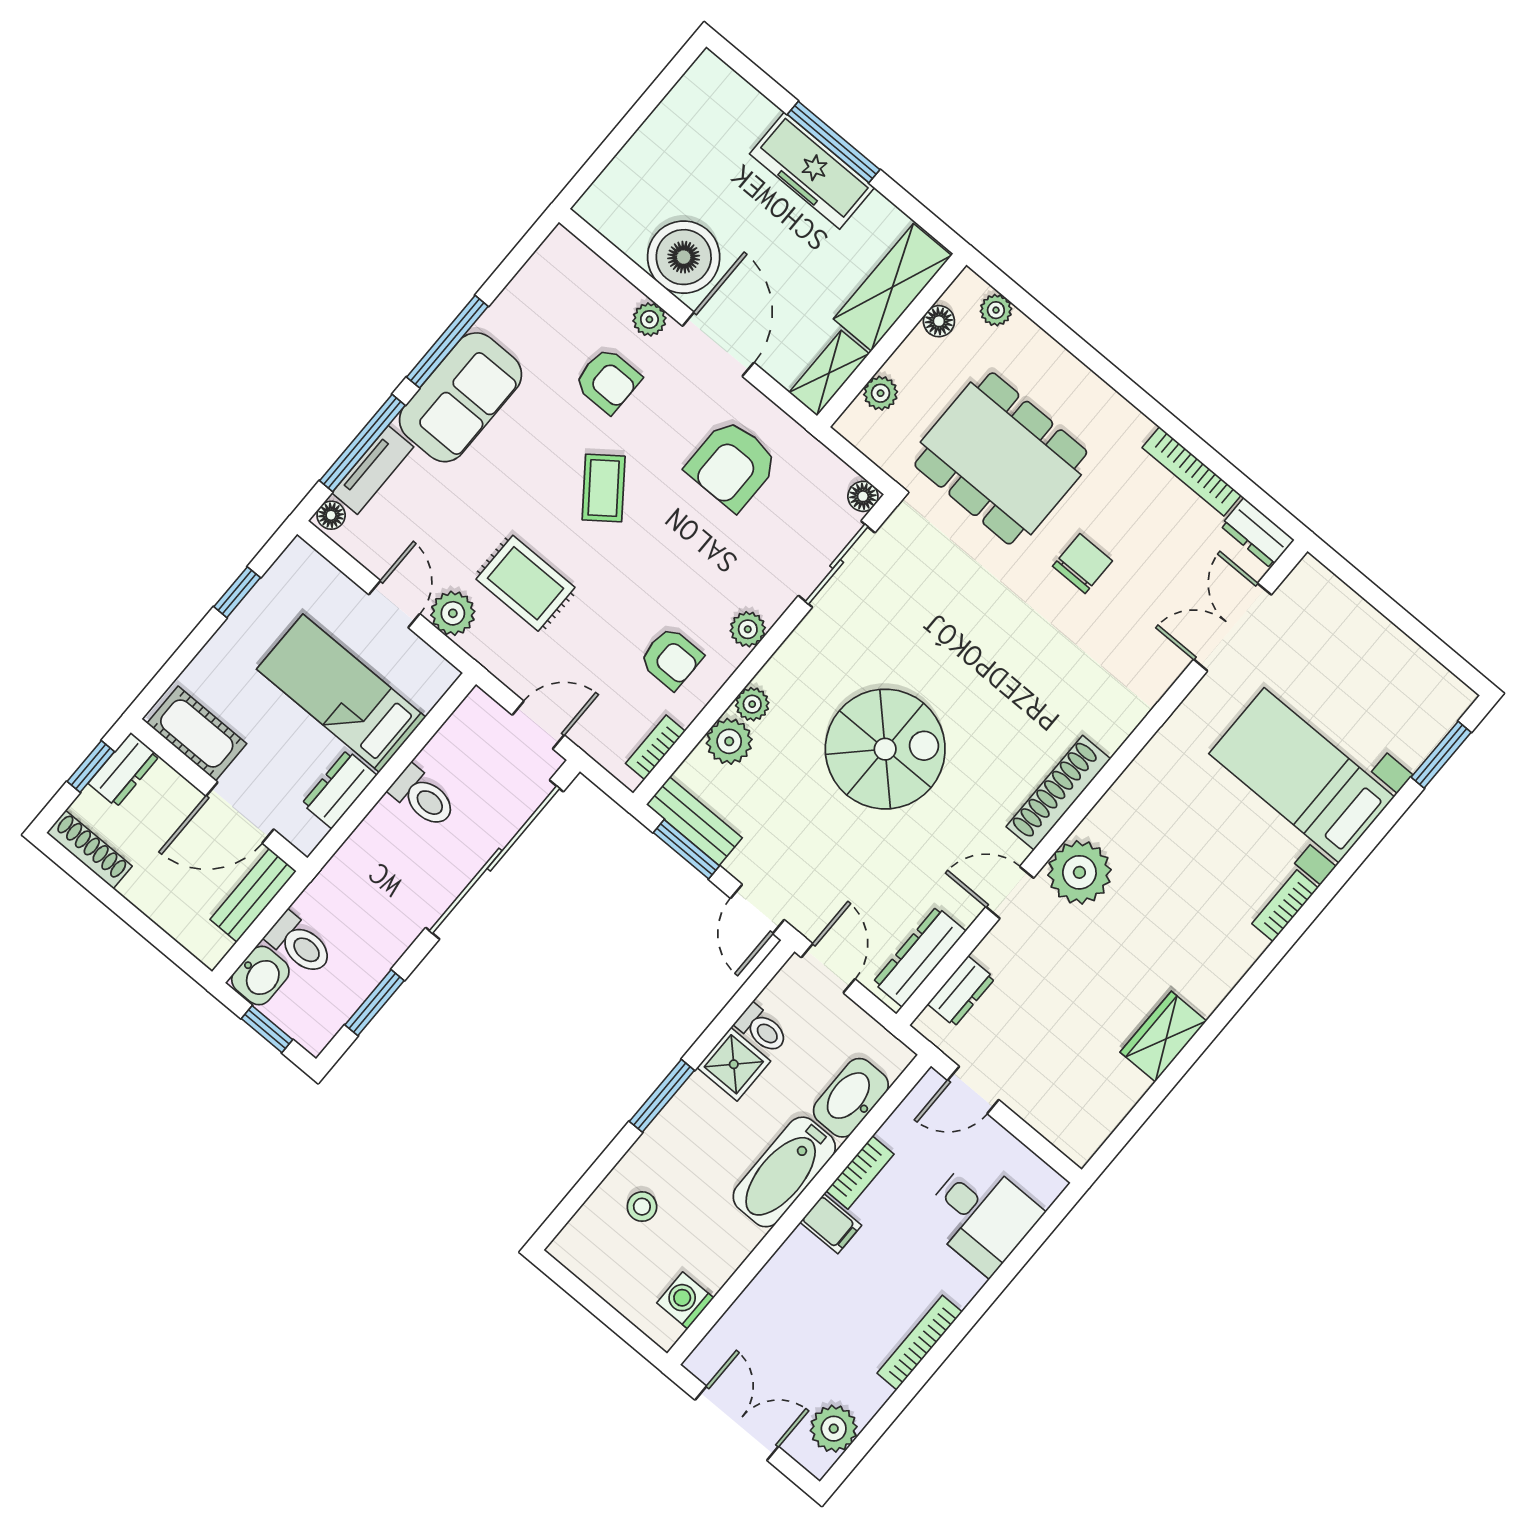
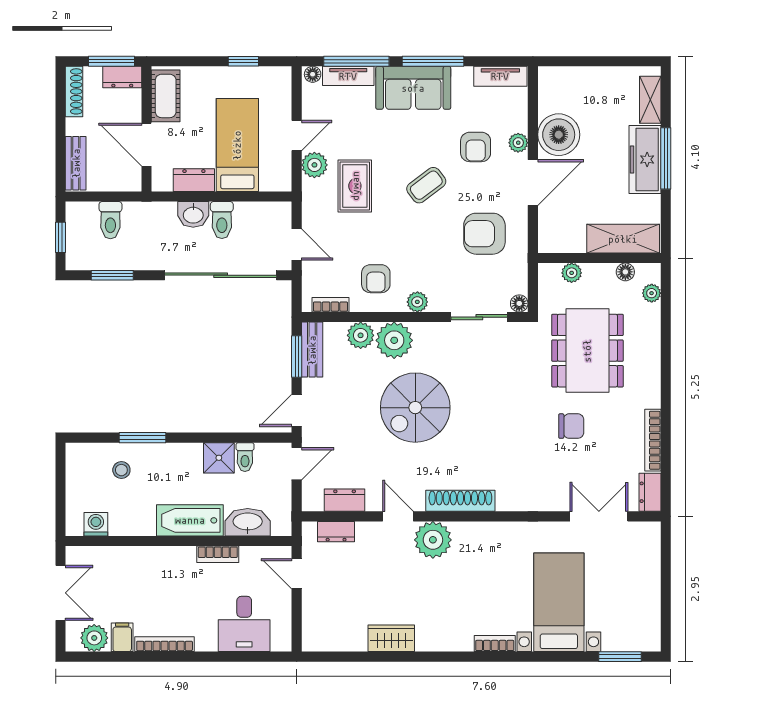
tv unit: (542, 269) -> (500, 76), added
shelving: (829, 373) -> (650, 100), moved, turned 90
plant: (752, 704) -> (394, 340), width x1.88, depth x1.88
spiral stairs: (885, 749) -> (415, 408), turned 90
window: (91, 767) -> (111, 61), width x1.50
bench: (253, 895) -> (76, 163), moved, turned 90
dresser: (919, 957) -> (345, 500), width x0.70
washbasin: (260, 976) -> (193, 214), moved
window: (662, 1096) -> (142, 438), moved
filing cabinet: (831, 1224) -> (122, 637), moved, turned 180

